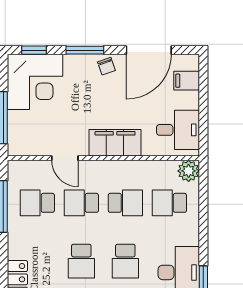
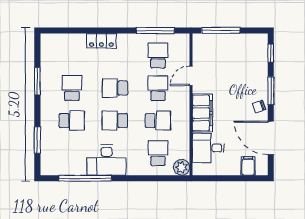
corner desk: (35, 82) -> (247, 54), removed
desk: (178, 130) -> (208, 148), moved, turned 90
school desk: (125, 203) -> (158, 121), turned -90

